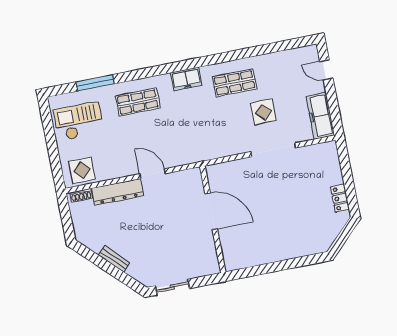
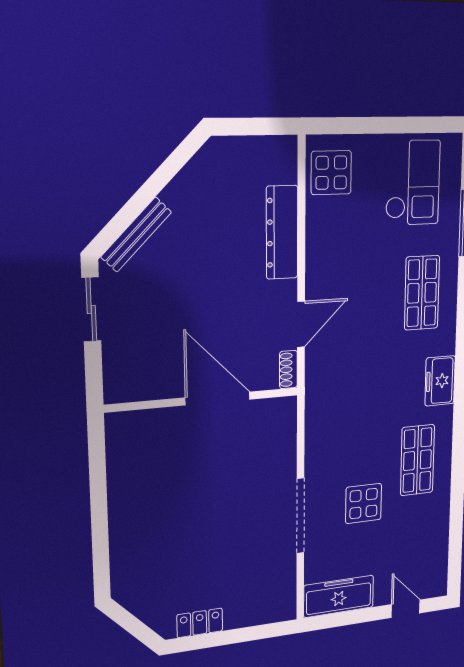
door: (326, 70) -> (406, 609), hinge flipped
door: (152, 174) -> (301, 324), moved
shoe rack: (81, 195) -> (288, 370), moved
door: (211, 211) -> (218, 398), swing flipped
bench: (114, 259) -> (136, 235), moved, width x1.36

